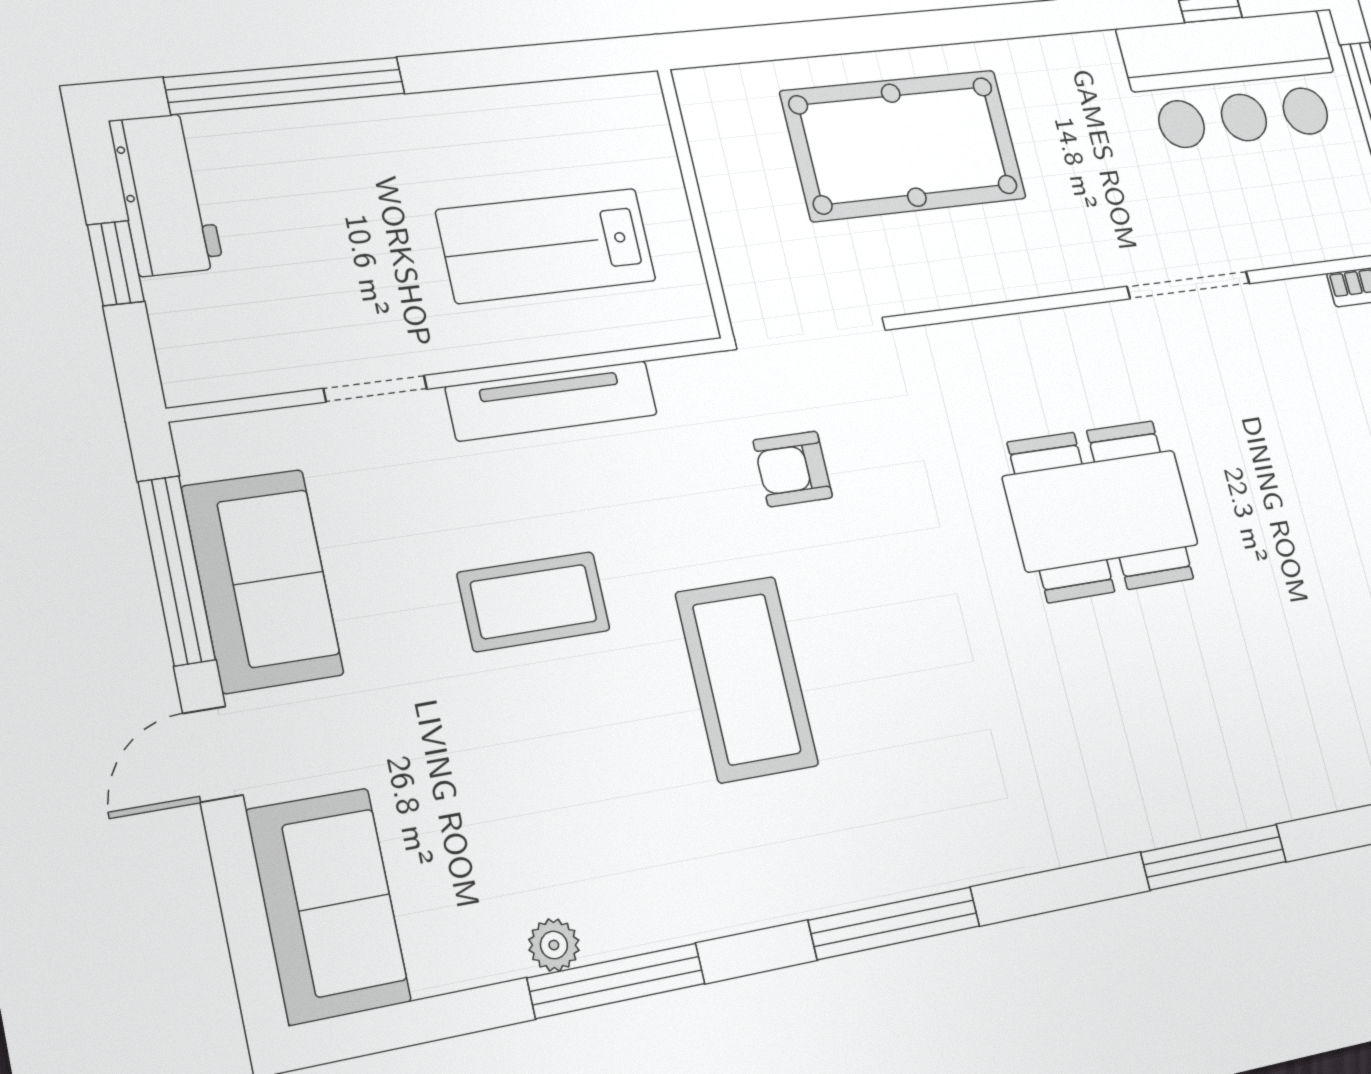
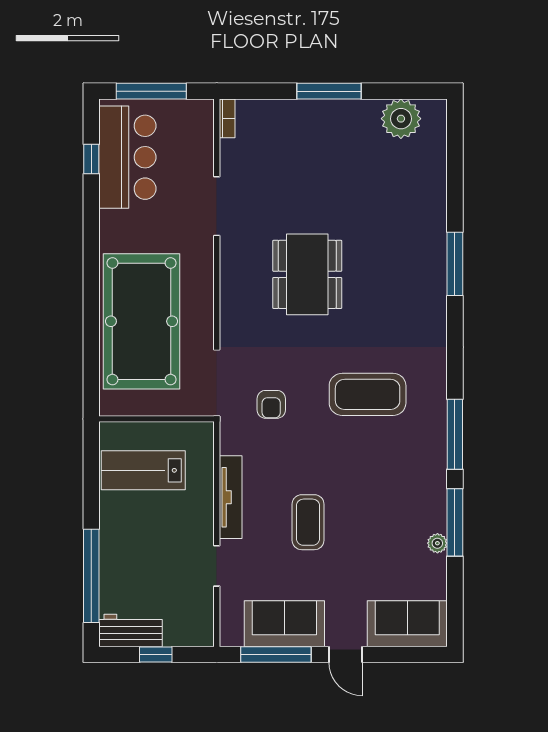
pool table: (904, 145) -> (142, 321), width x1.36, depth x1.32
lab bench: (546, 246) -> (143, 470), moved, turned 90
coffee table: (747, 679) -> (368, 394), moved
window: (894, 923) -> (455, 434), moved

